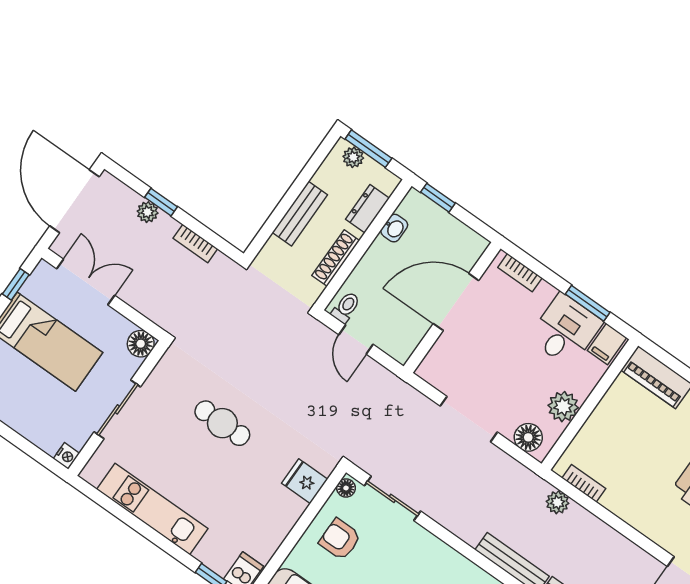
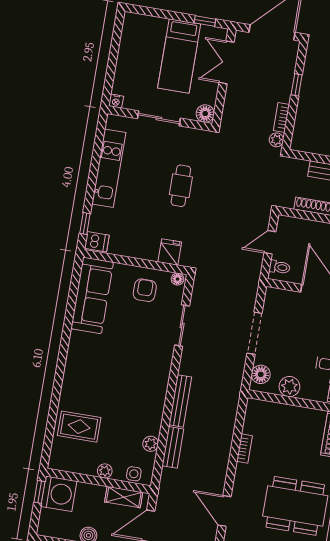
plant: (148, 212) -> (276, 140), moved
double door: (86, 282) -> (227, 62), swing flipped
toilet: (346, 307) -> (280, 267), moved
bookcase: (584, 483) -> (244, 448), moved
sliding door: (392, 498) -> (182, 325), moved
plant: (557, 502) -> (230, 411), removed

